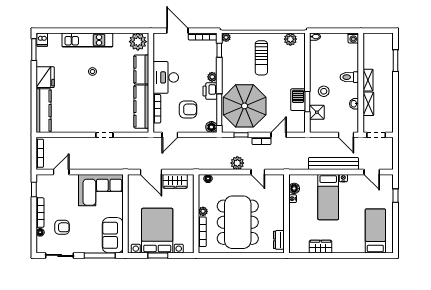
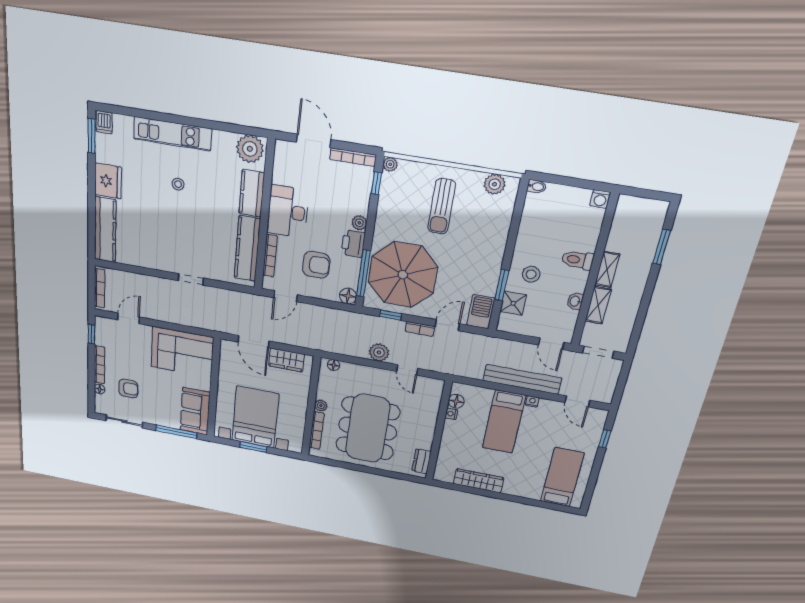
barbecue: (298, 100) -> (481, 312), moved
wardrobe: (321, 247) -> (478, 481), width x1.50

